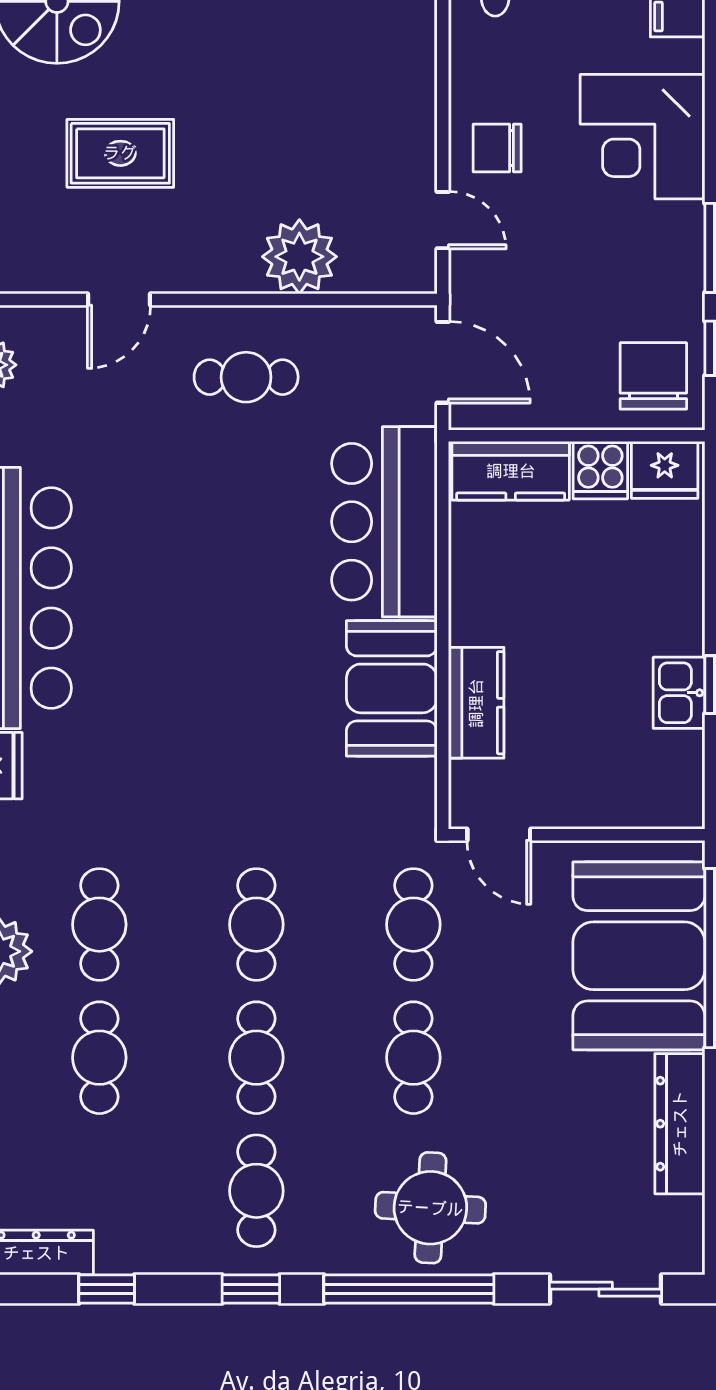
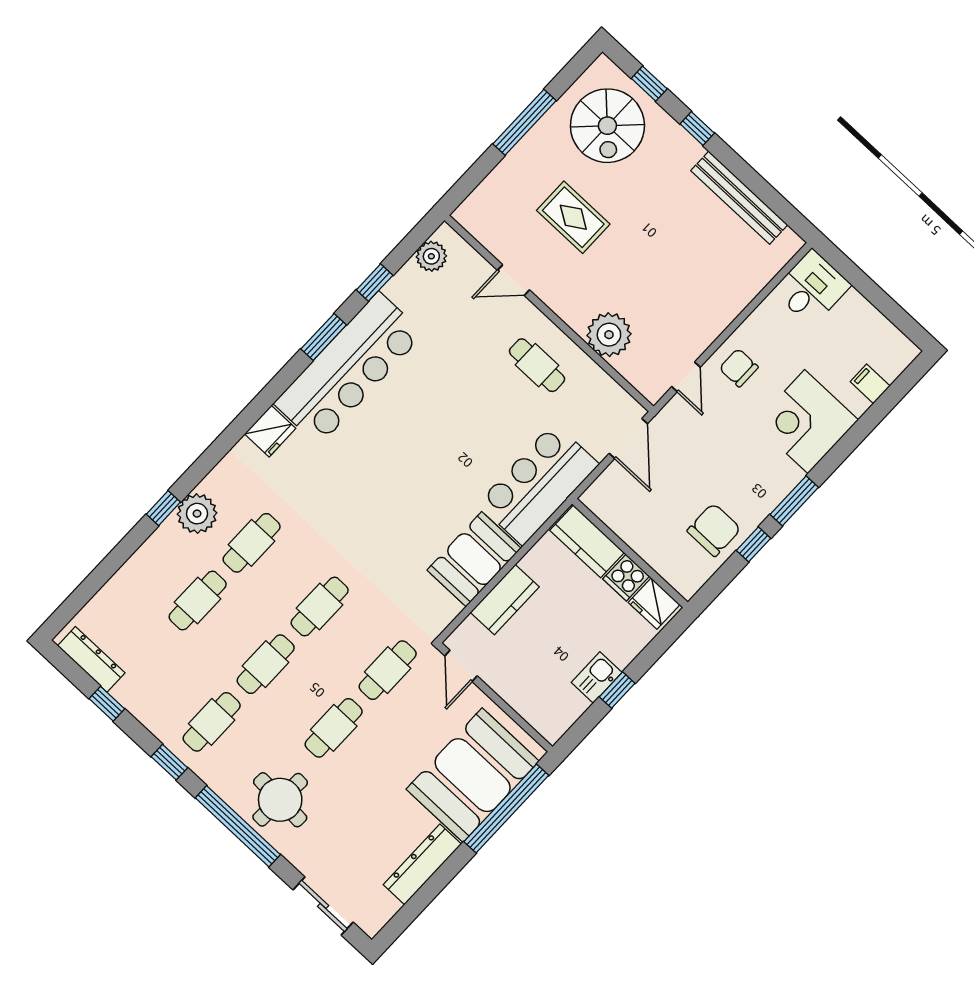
wall: (577, 436) -> (630, 553), moved
cooker: (600, 470) -> (626, 578), moved
fridge: (665, 470) -> (654, 604), moved
kitchen counter: (511, 471) -> (587, 541), moved

